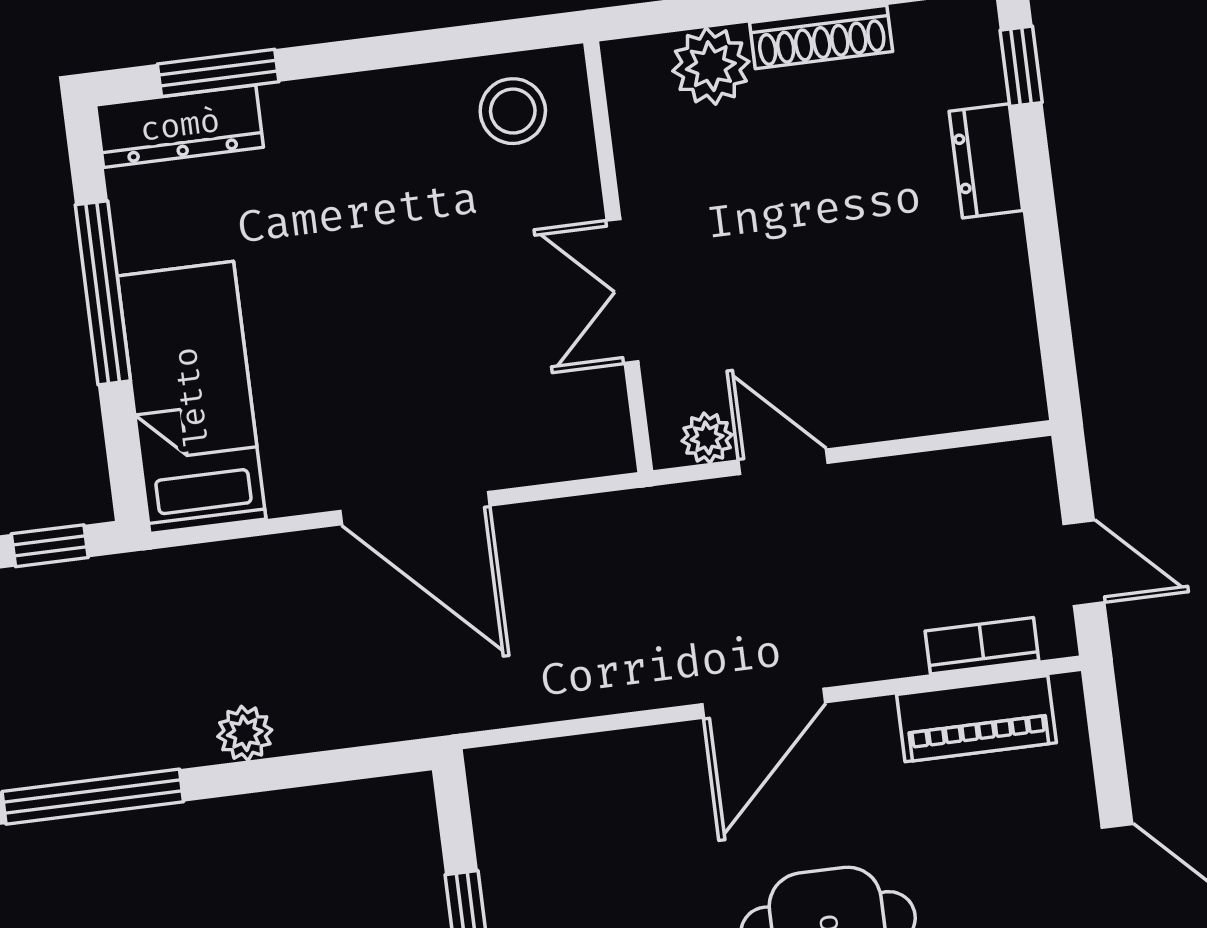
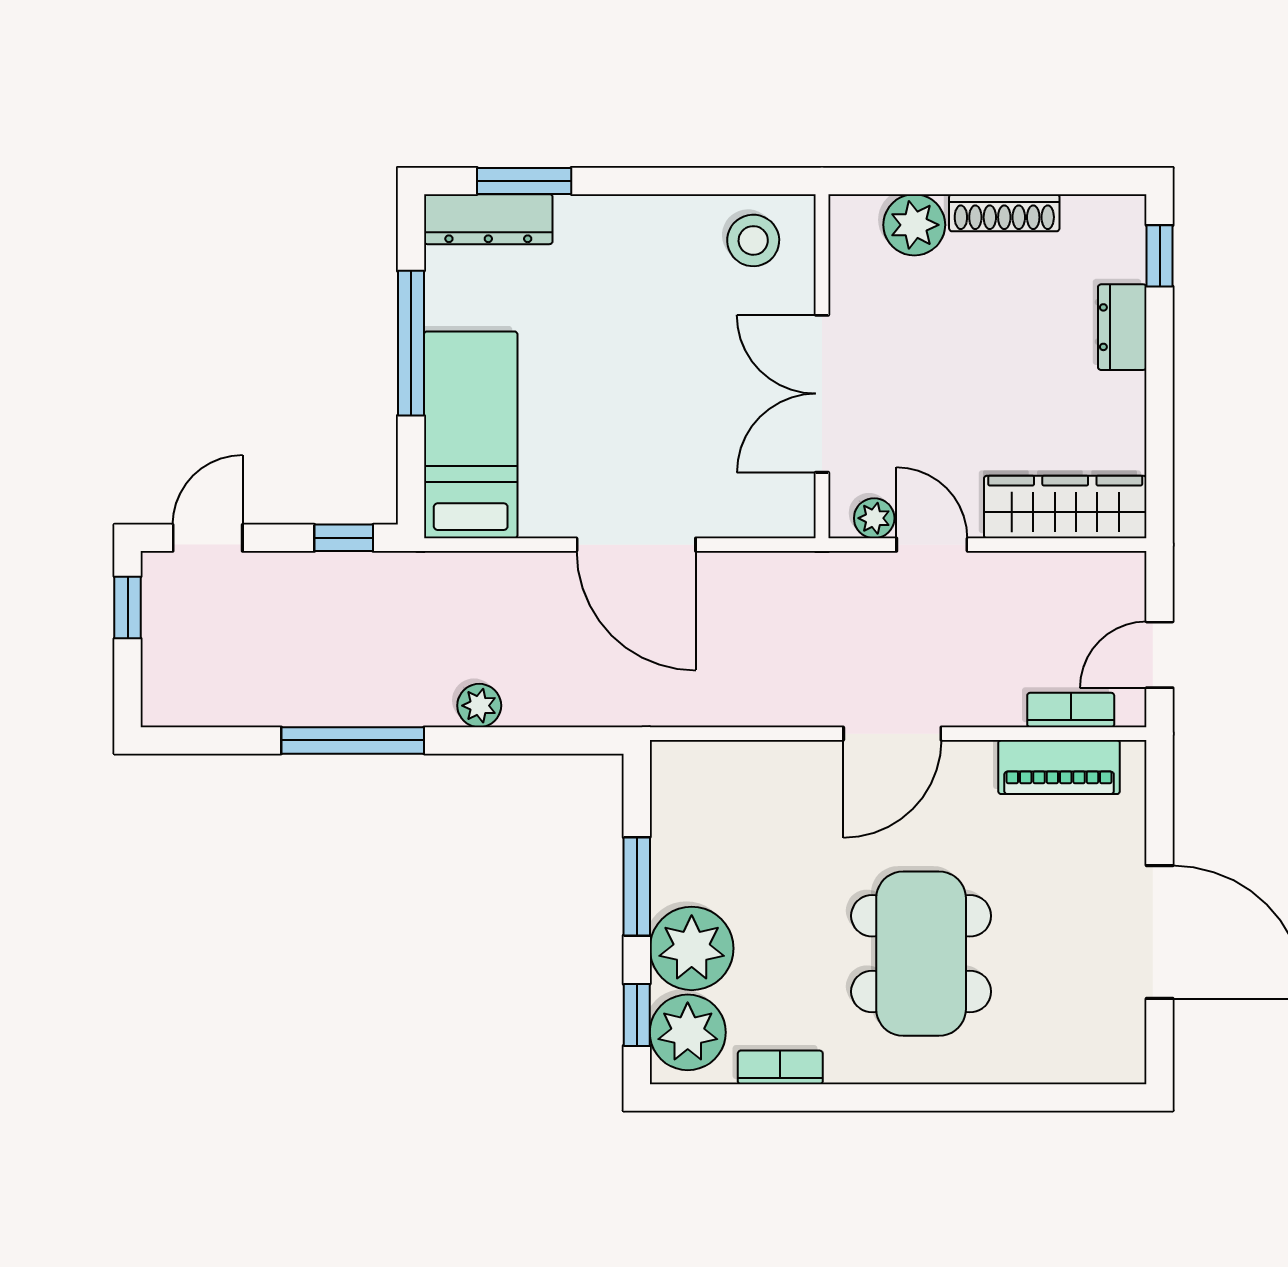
double door: (623, 291) -> (822, 394), width x1.37
wardrobe: (943, 394) -> (1065, 507), added
door: (1084, 563) -> (1160, 655), swing flipped

